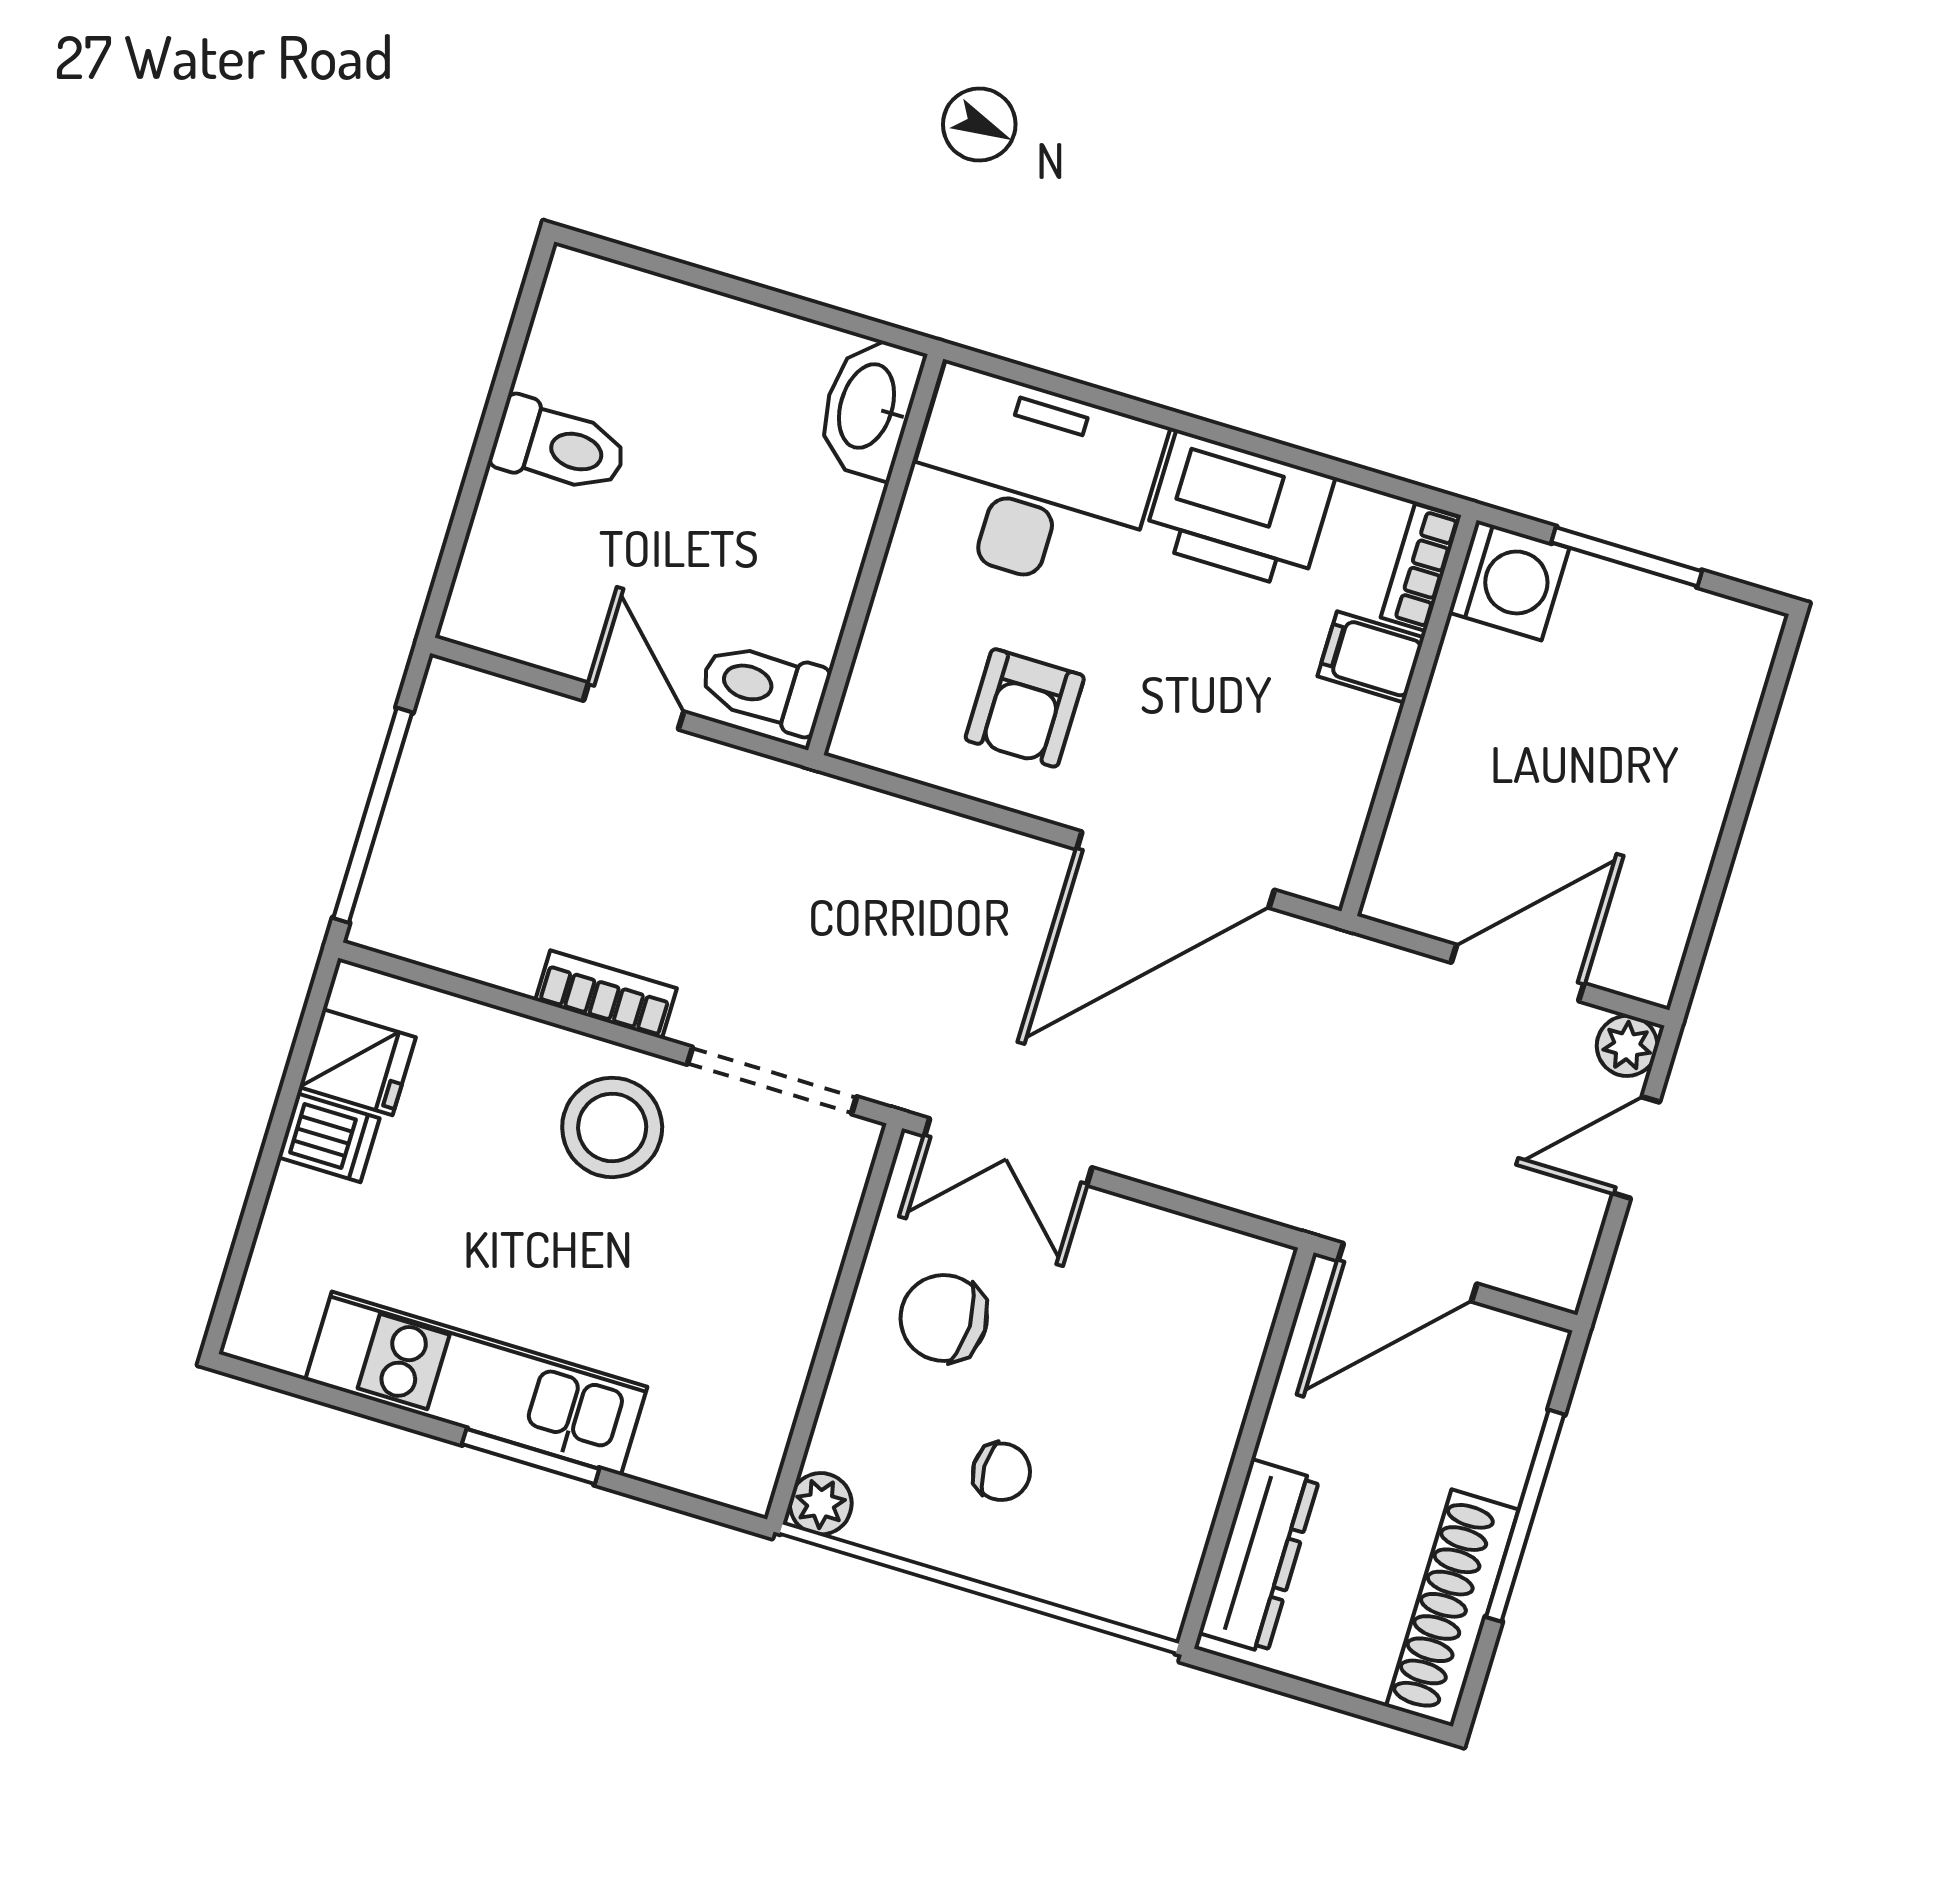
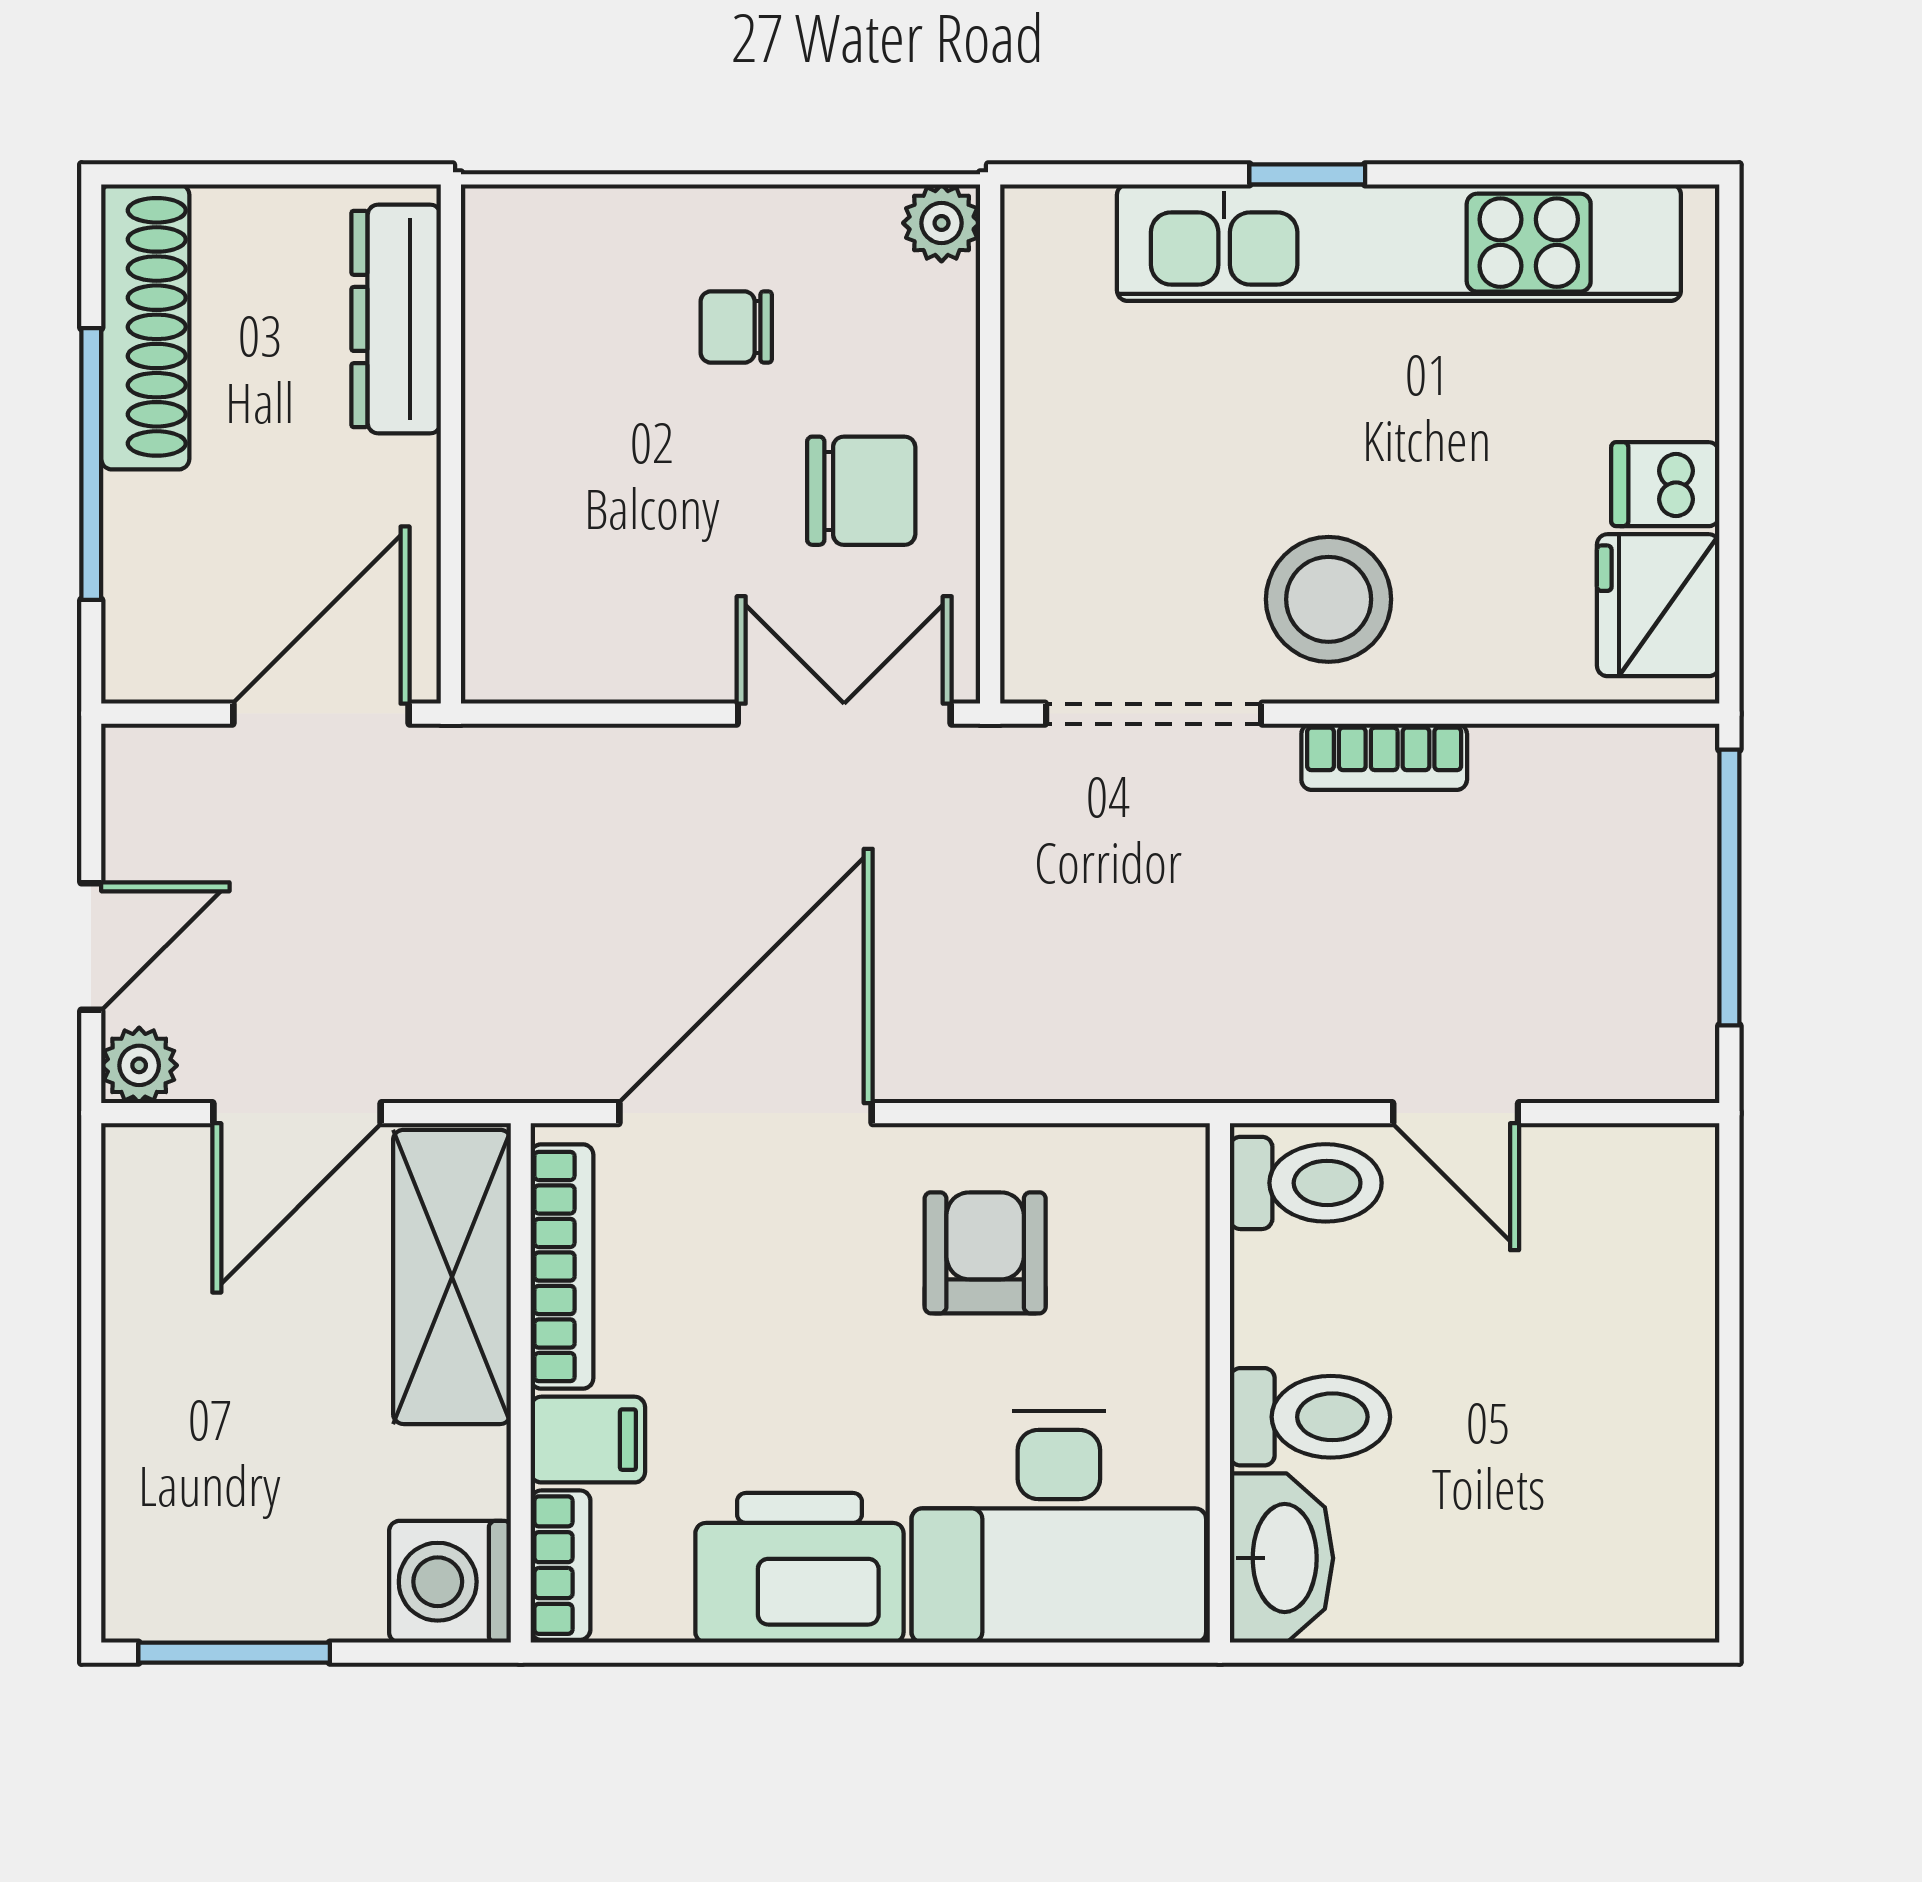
toilet: (559, 446) -> (1310, 1417), moved, turned 180
window: (1627, 557) -> (234, 1653), moved
bookcase: (1351, 795) -> (562, 1266), added
shelving: (1437, 812) -> (452, 1277), added
fridge: (357, 1062) -> (1658, 605), width x1.38
kitchen unit: (476, 1383) -> (1399, 243), width x1.36
window: (531, 1457) -> (1307, 174), width x0.67

